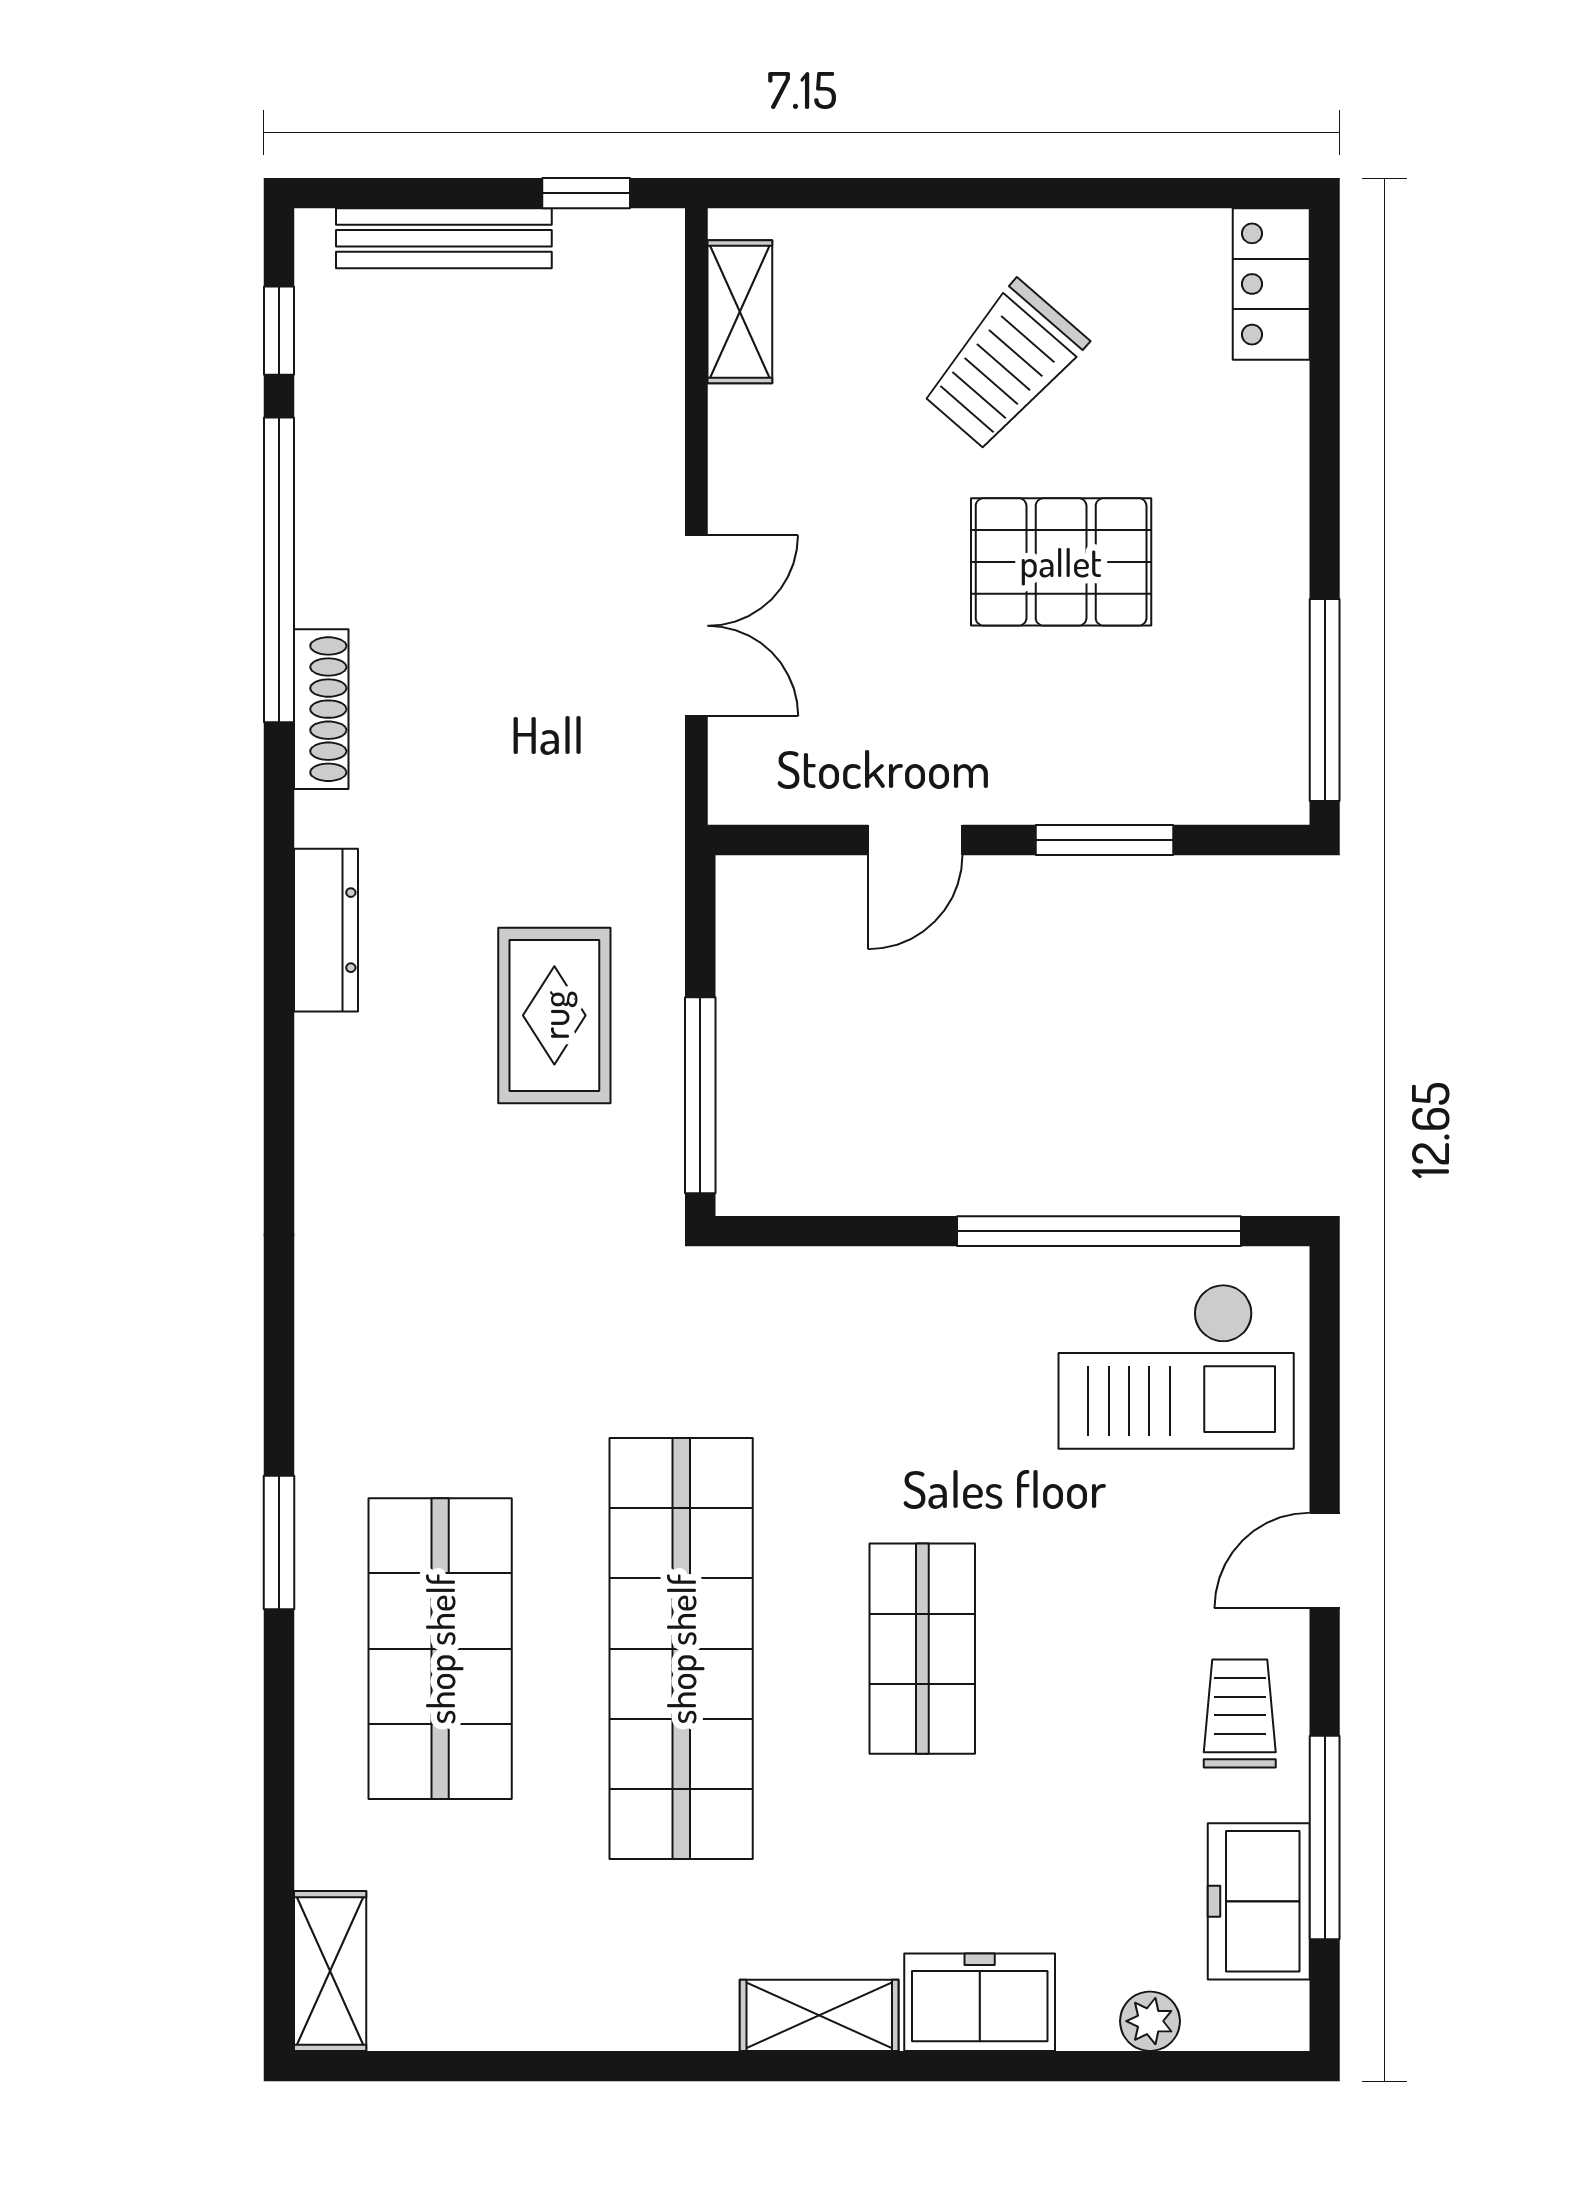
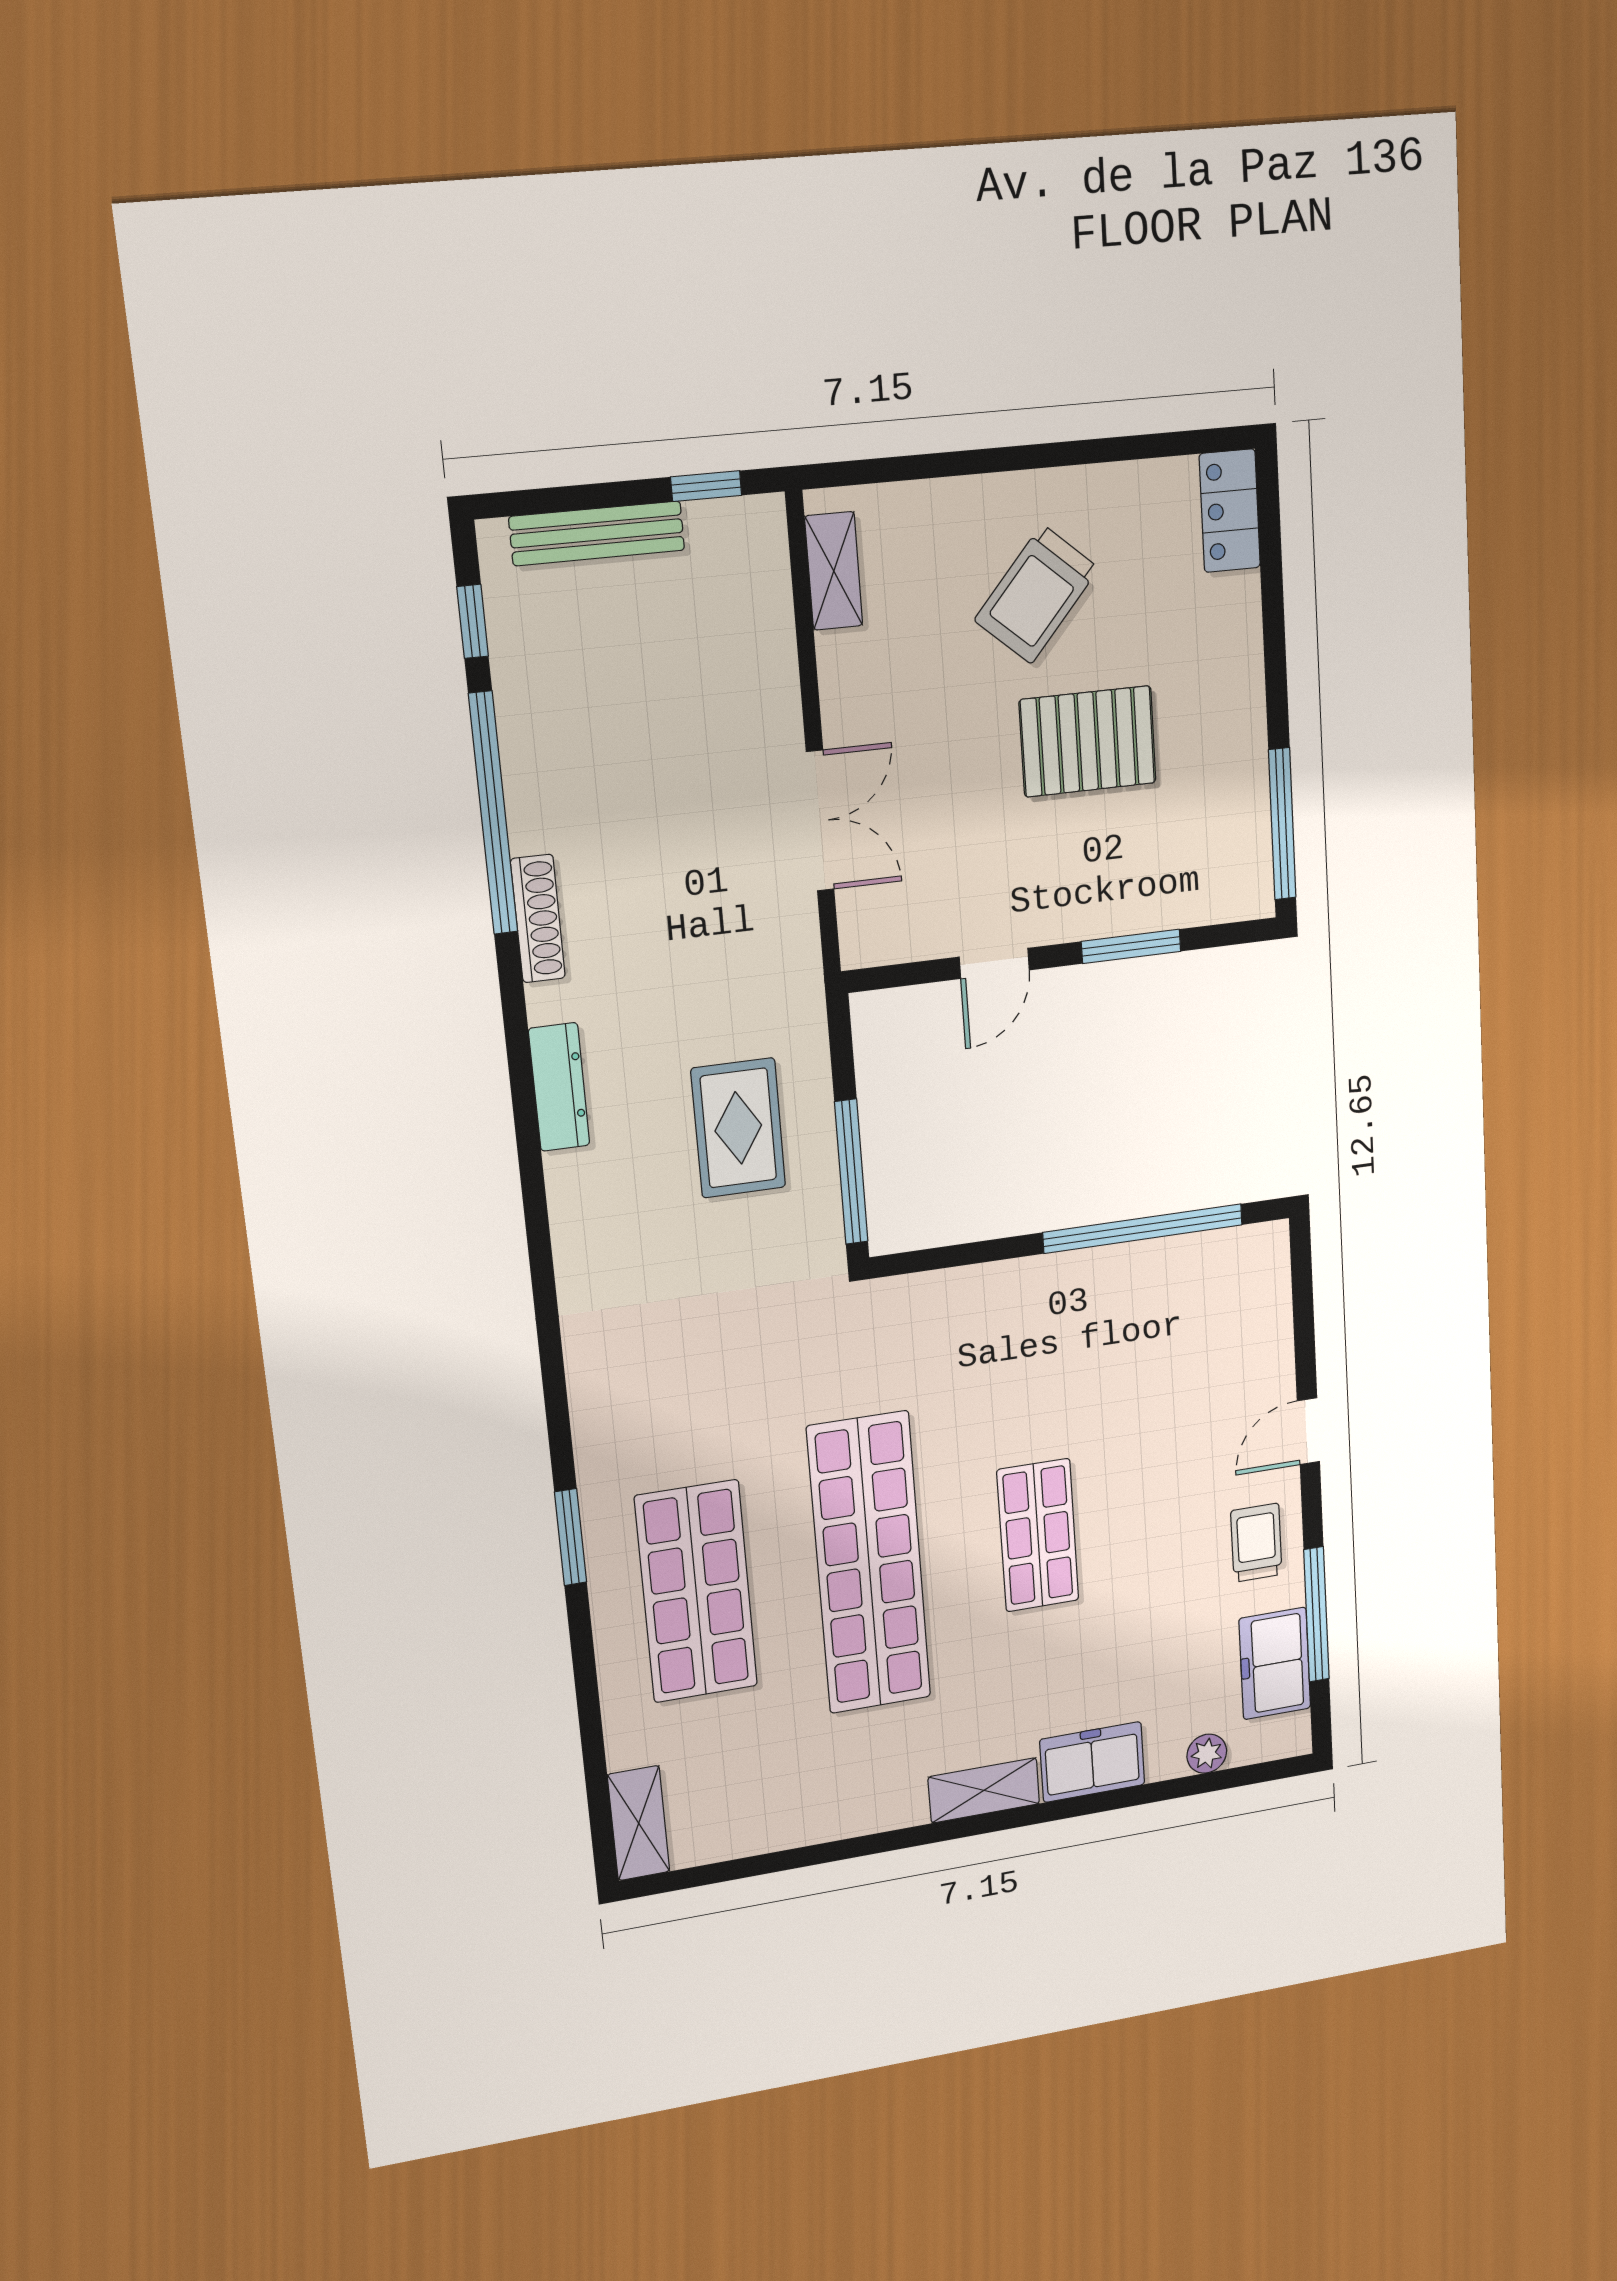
checkout: (1176, 1366) -> (1201, 1315), removed

